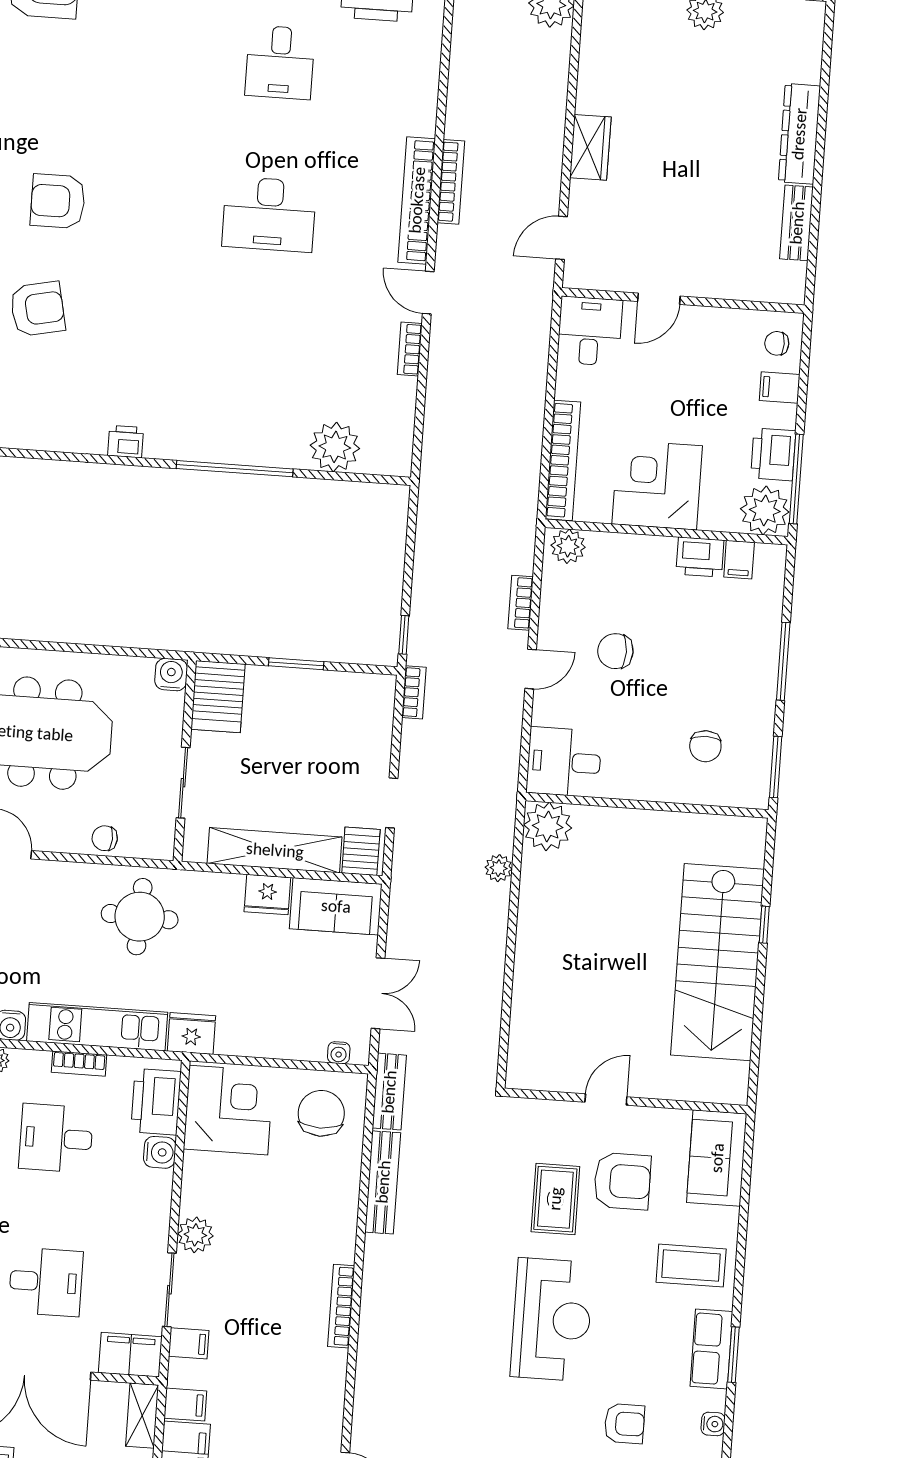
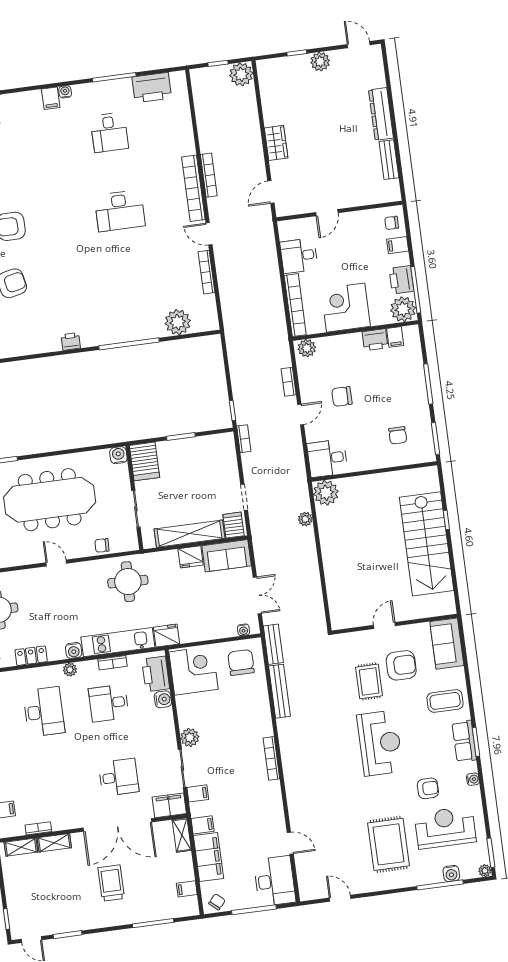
desk: (590, 331) -> (299, 256), moved, turned -90
bookcase: (410, 349) -> (207, 272), width x1.56

